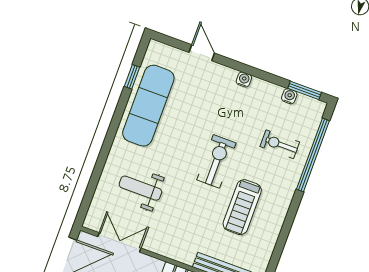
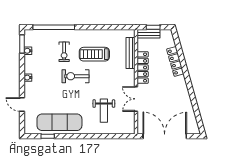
door: (202, 53) -> (22, 104), hinge flipped
exercise bike: (280, 144) -> (64, 52), moved
treadmill: (242, 207) -> (94, 54), turned 180
double door: (119, 242) -> (136, 99), moved

